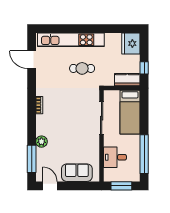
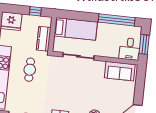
kitchen counter: (127, 80) -> (44, 39), moved
desk: (115, 157) -> (130, 49), moved
sofa: (77, 173) -> (120, 71), moved, turned -90

